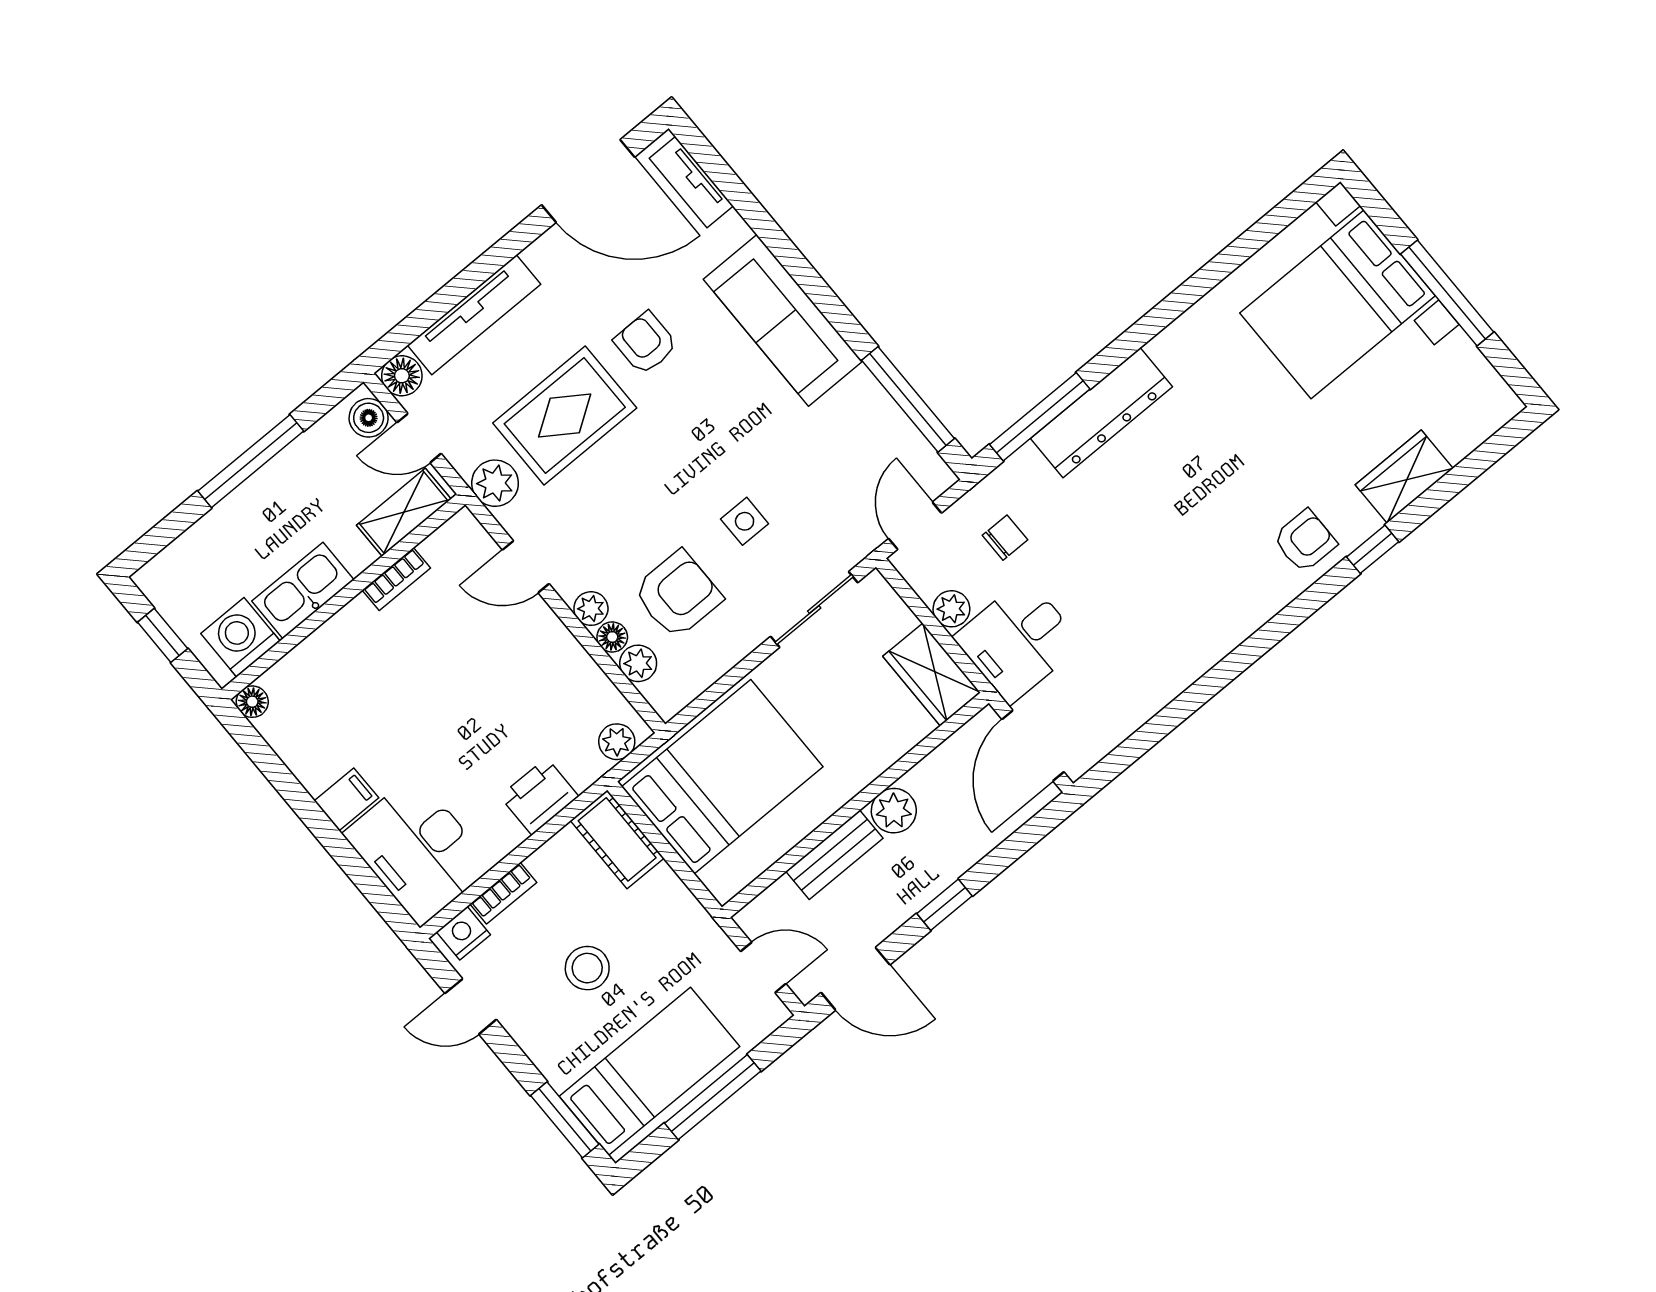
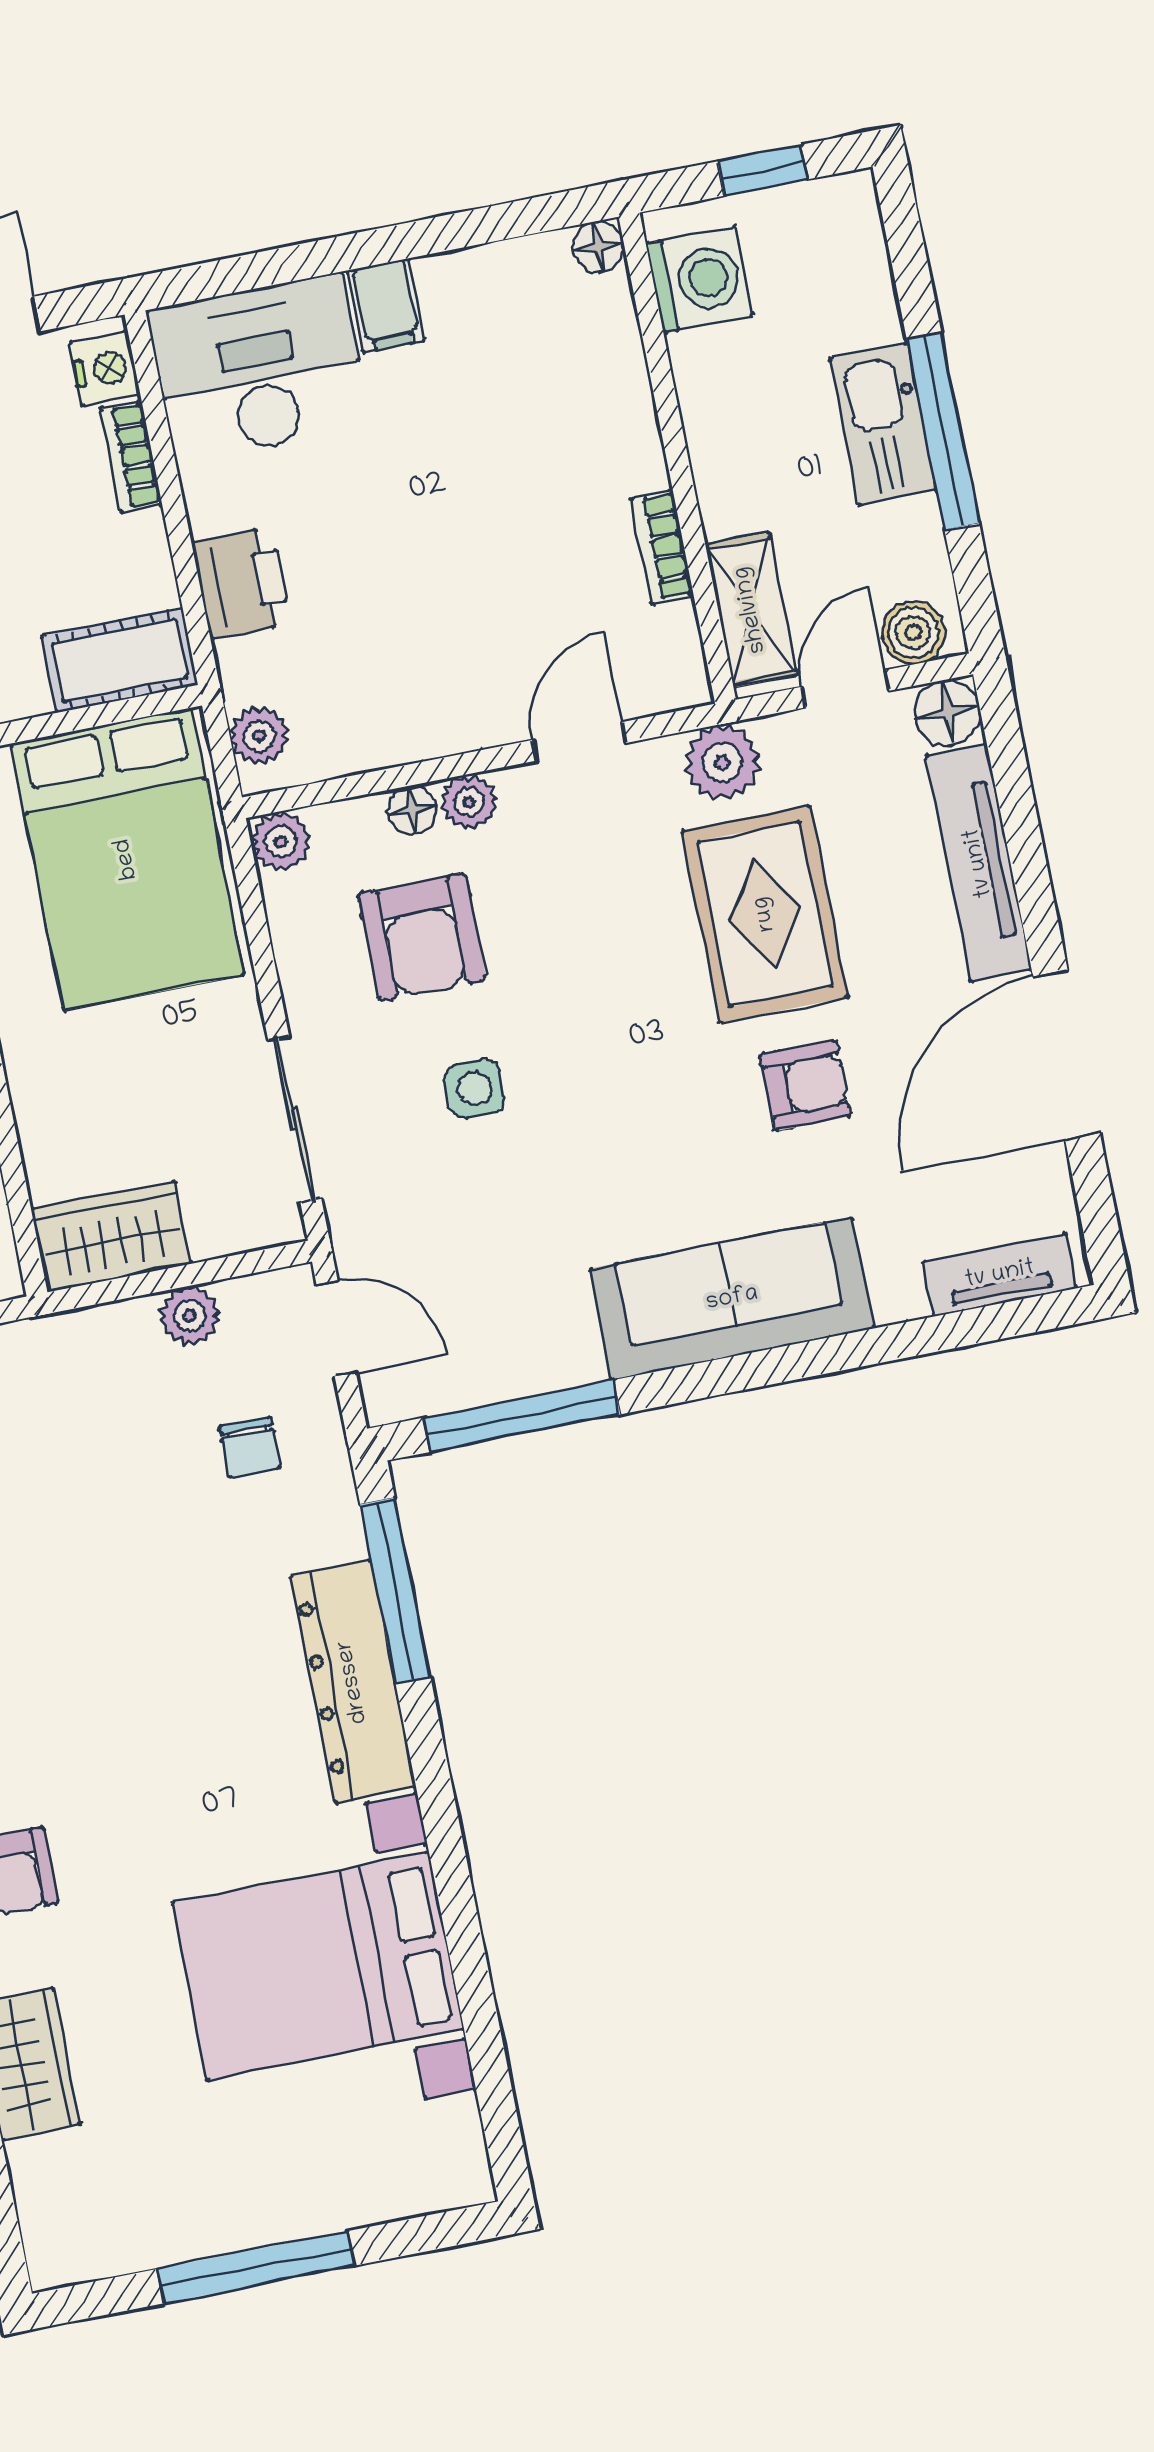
door: (588, 181) -> (1066, 1055), moved
bed with nightstands: (1337, 304) -> (318, 1966), moved, turned -90
kitchen sink: (303, 590) -> (883, 424), moved, turned 180
desk: (1018, 641) -> (93, 1386), removed
plant: (638, 663) -> (281, 842), moved

